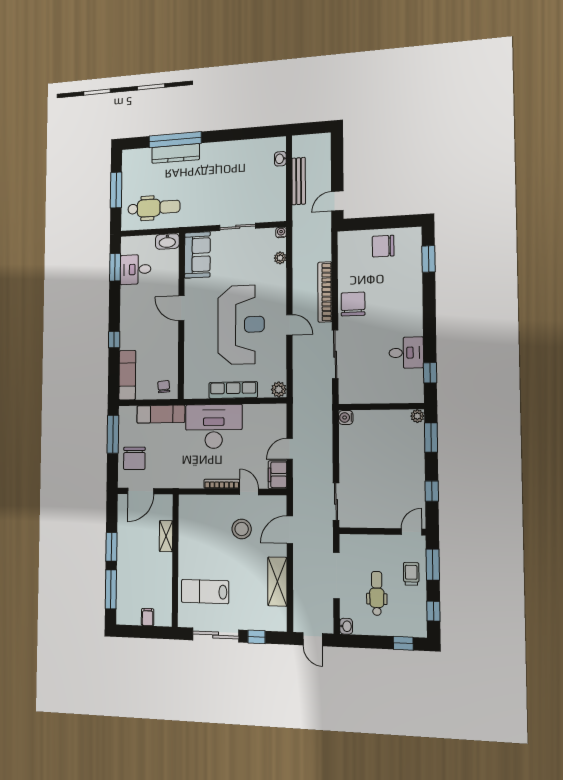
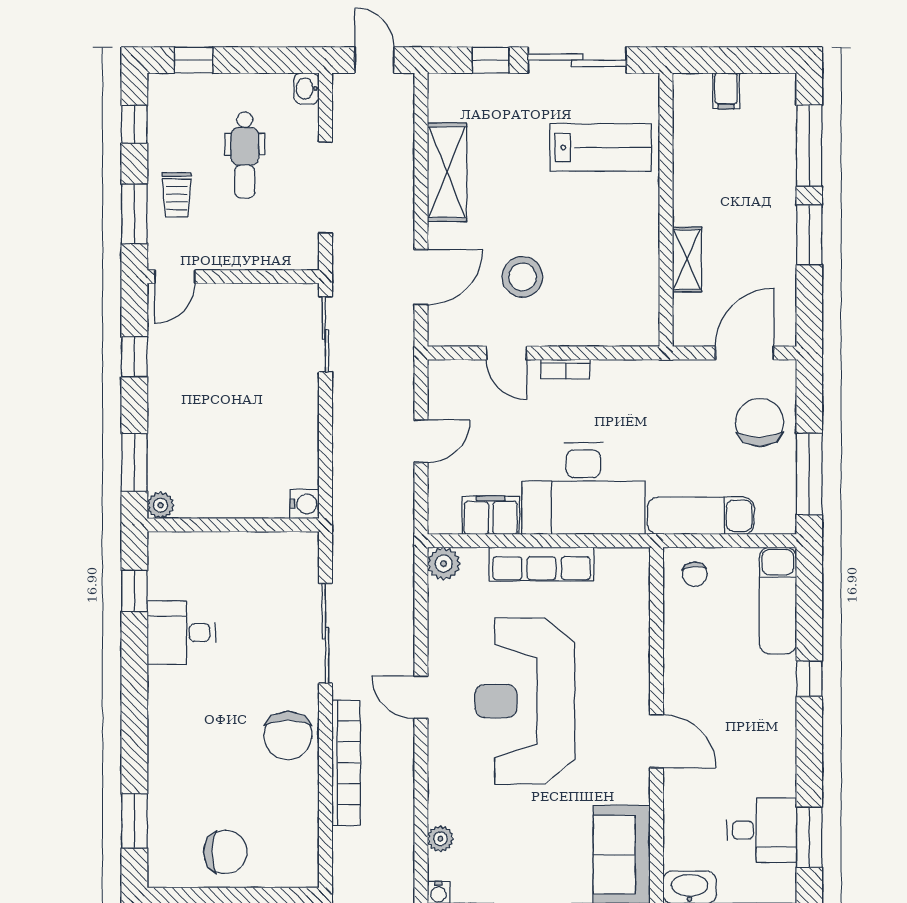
filing cabinet: (277, 475) -> (491, 515), moved, turned -90
bookcase: (222, 484) -> (565, 369), width x0.64

